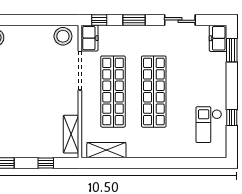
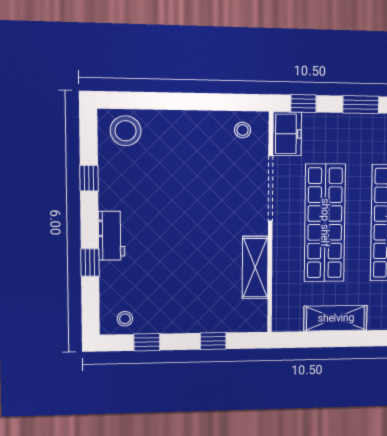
stool: (63, 36) -> (242, 130), width x0.53, depth x0.53
shelving: (71, 134) -> (255, 268), moved
shelving: (106, 150) -> (336, 318), moved

